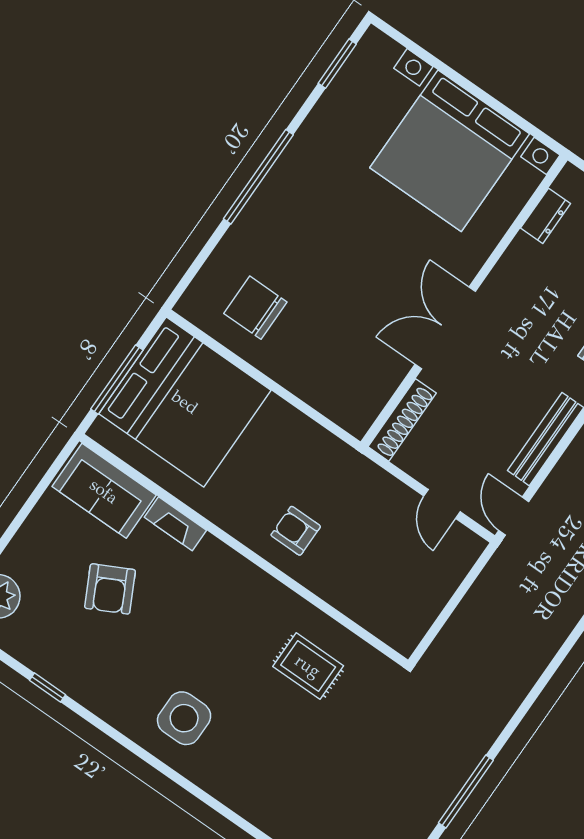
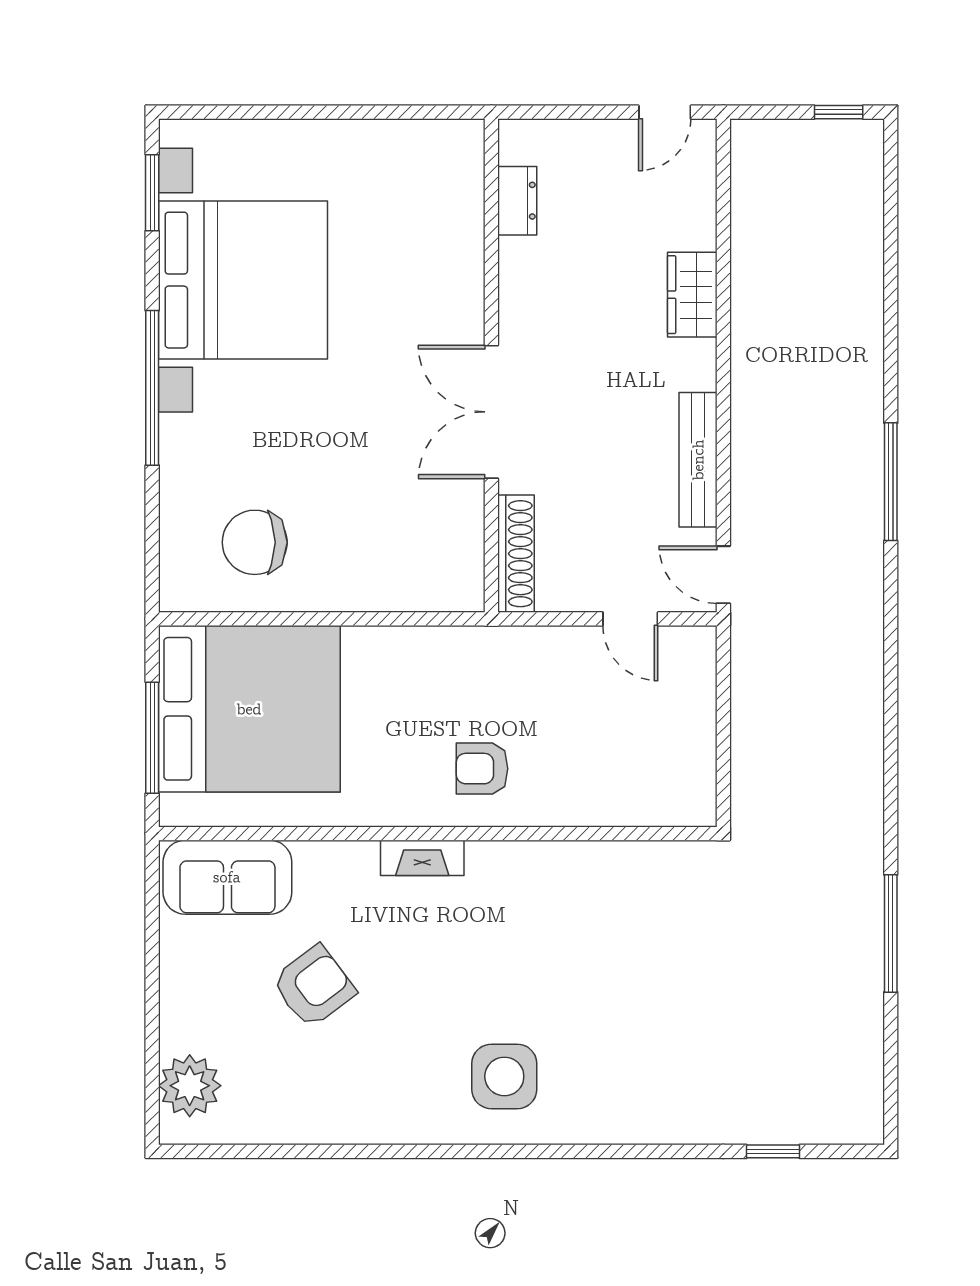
bed with nightstands: (450, 151) -> (243, 280), moved, turned -90
fireplace: (175, 524) -> (422, 858), moved
armchair: (110, 589) -> (314, 986), turned -100
rug: (308, 666) -> (606, 915), removed
window: (48, 688) -> (321, 1151), removed

